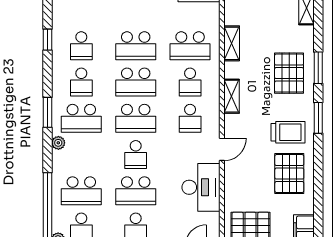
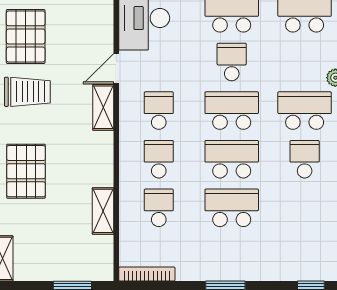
school desk: (81, 46) -> (305, 208), removed
school desk: (190, 46) -> (159, 208), width x0.54
shelving: (231, 96) -> (103, 107), moved
trolley: (288, 132) -> (27, 92), turned 180

